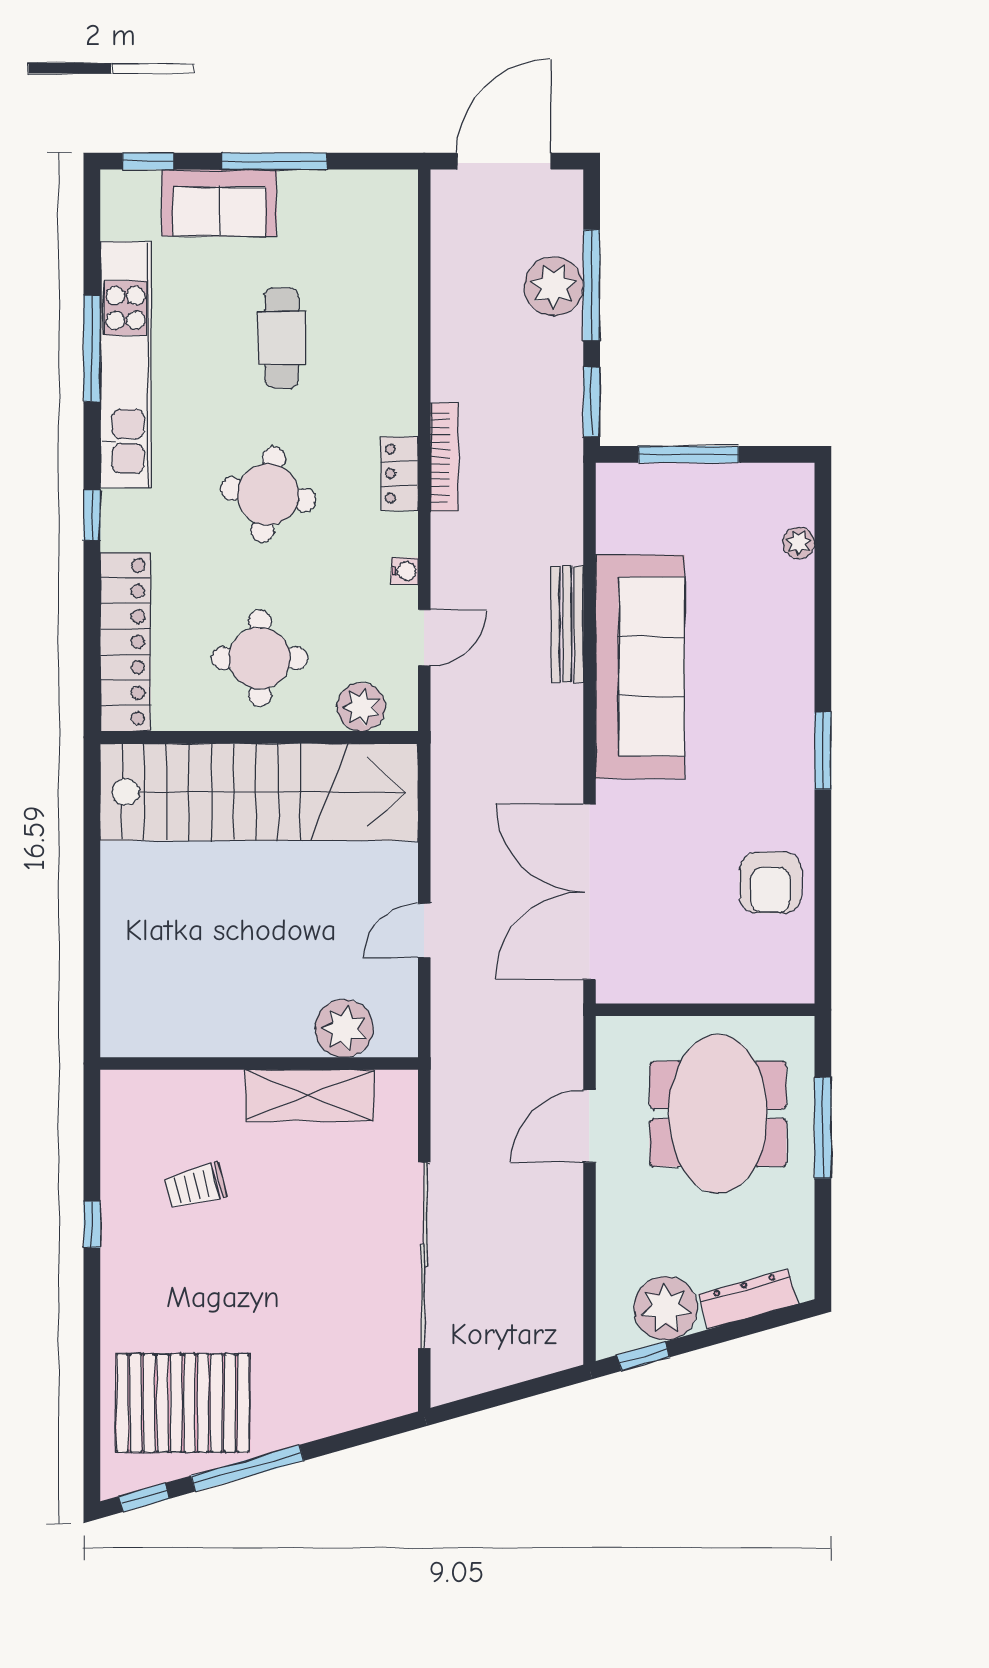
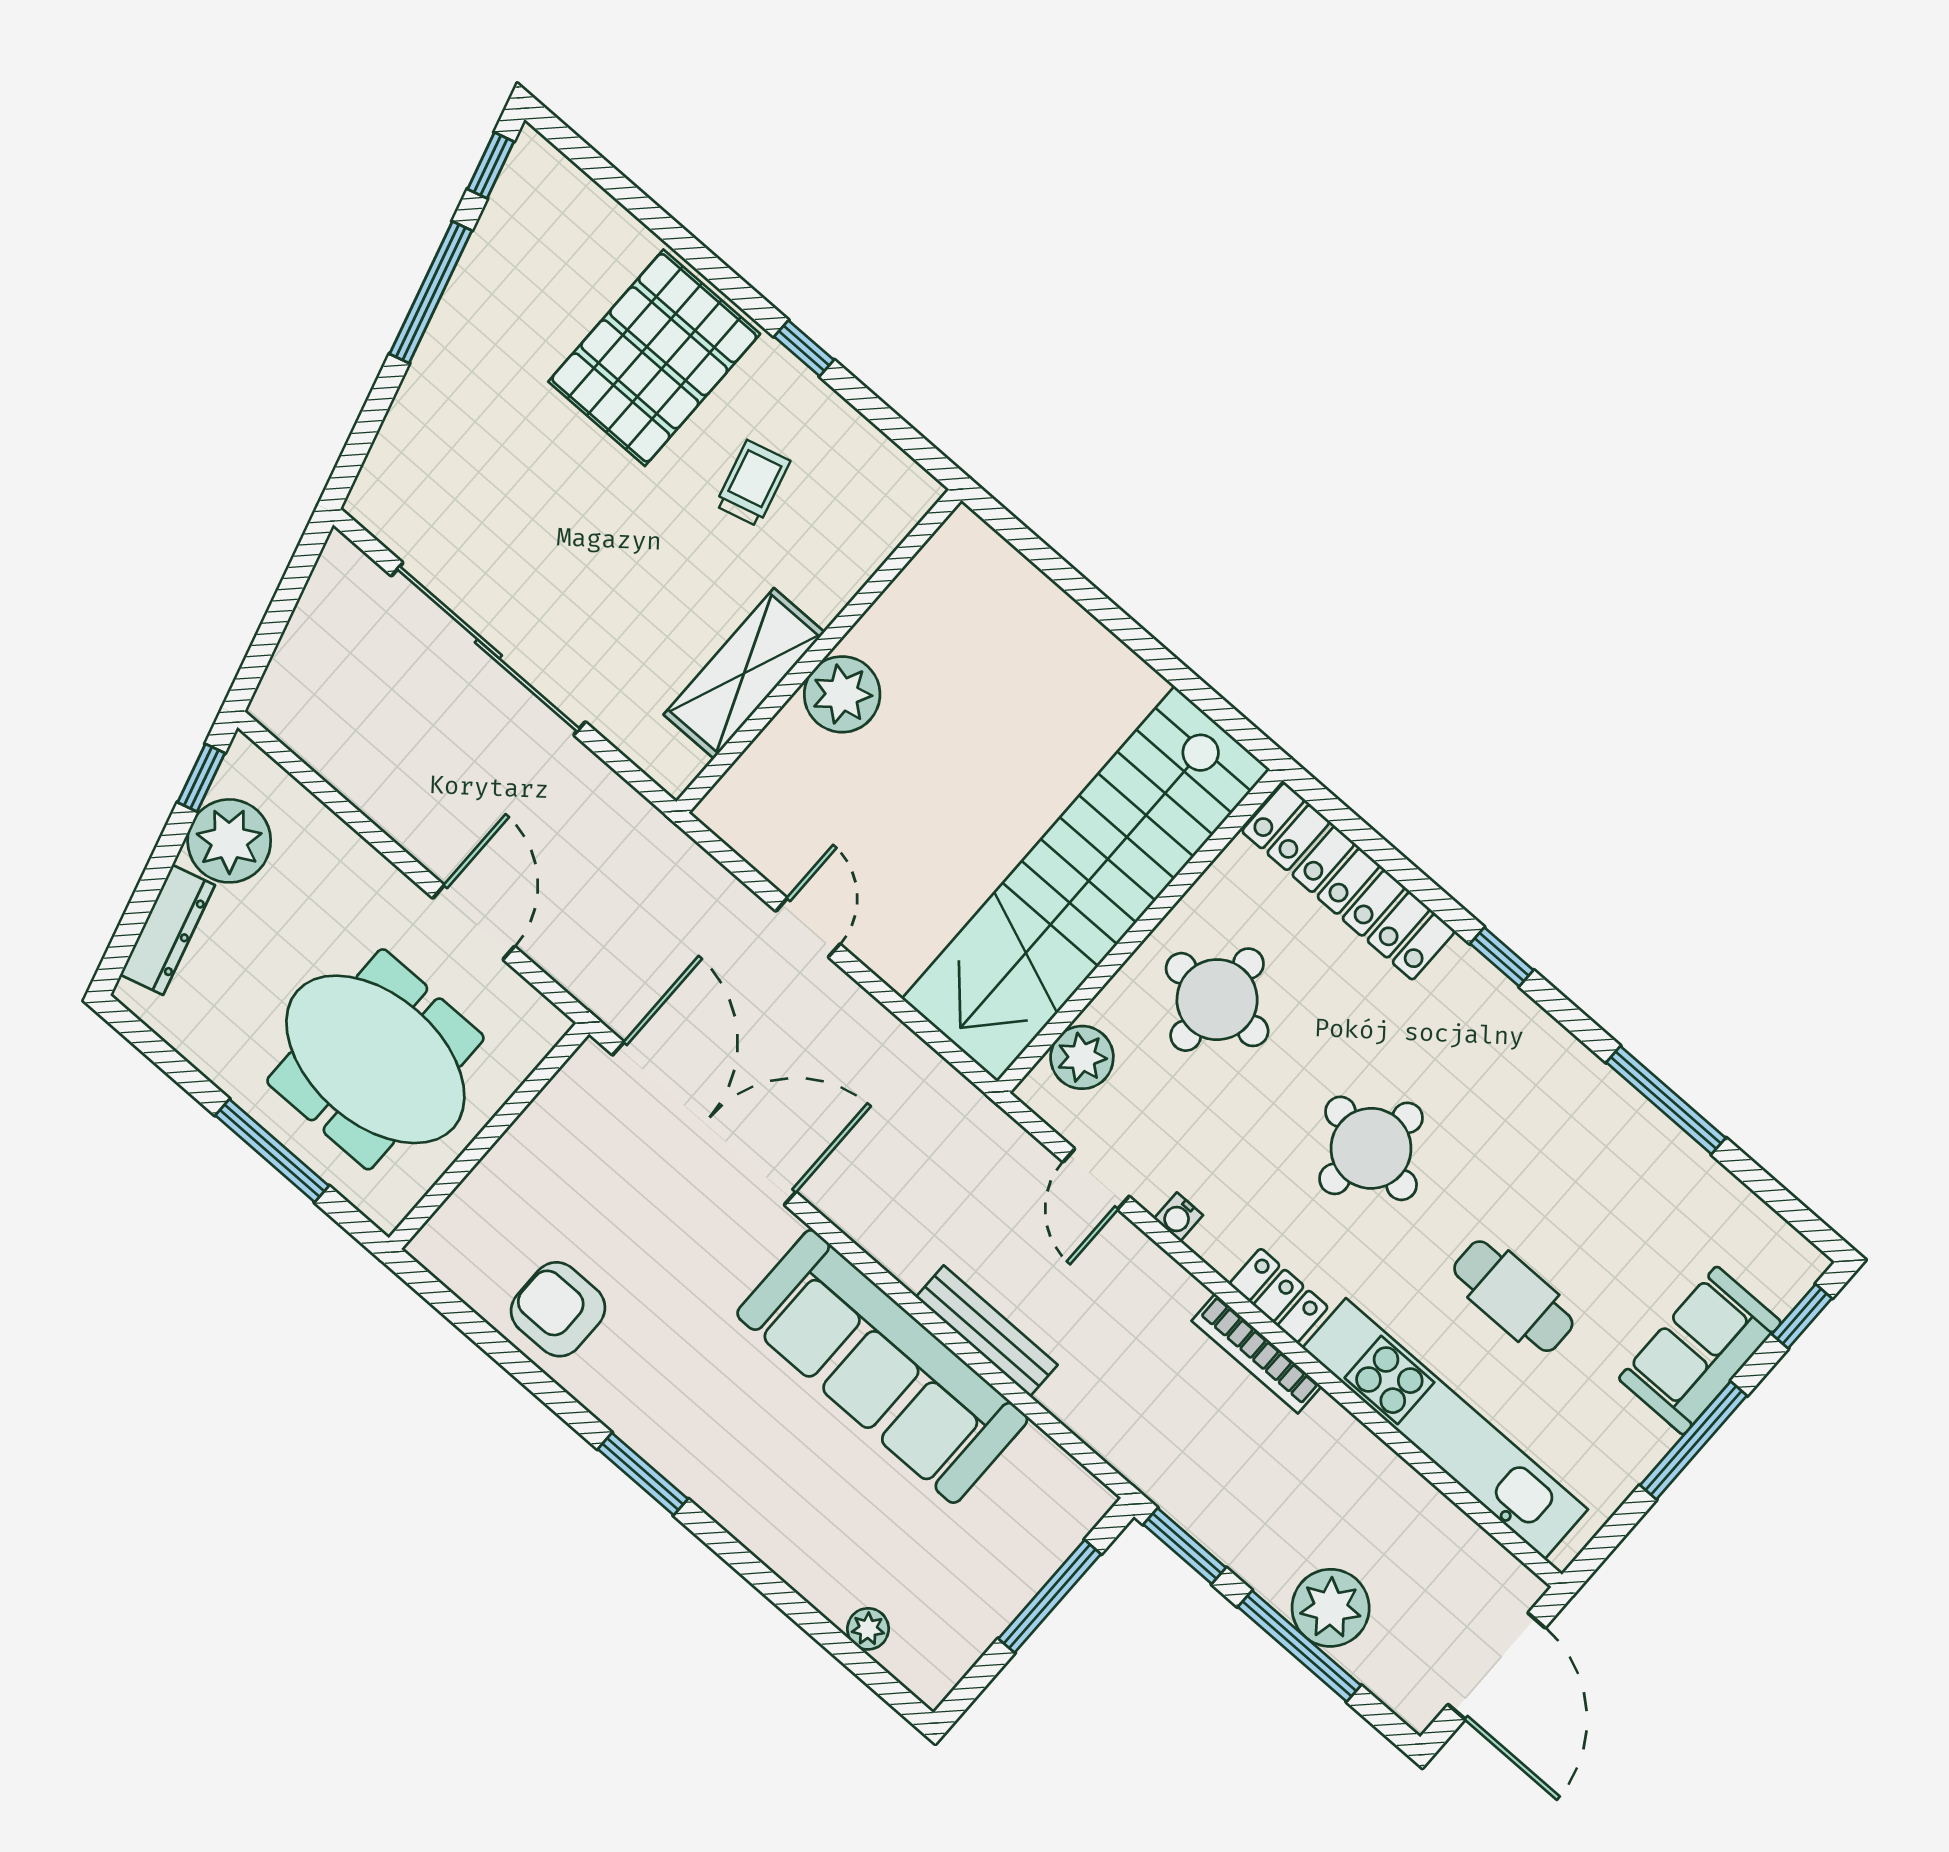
kitchen unit: (126, 365) -> (1445, 1429), moved, turned 180
plant: (344, 1028) -> (842, 694), moved
pallet: (183, 1403) -> (654, 358), moved

